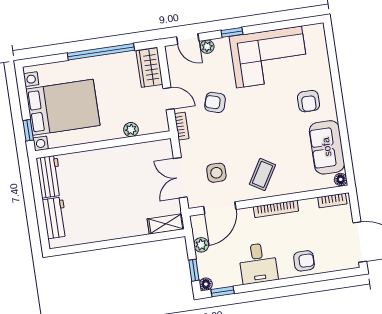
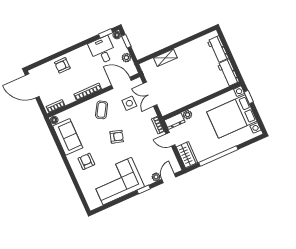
door: (188, 39) -> (169, 178), hinge flipped
armchair: (215, 102) -> (117, 137), moved
dresser: (154, 125) -> (175, 121), added
double door: (180, 178) -> (150, 94), swing flipped
door: (220, 208) -> (121, 83), hinge flipped
shelving: (166, 224) -> (165, 58), moved
desk: (258, 263) -> (102, 50), moved

